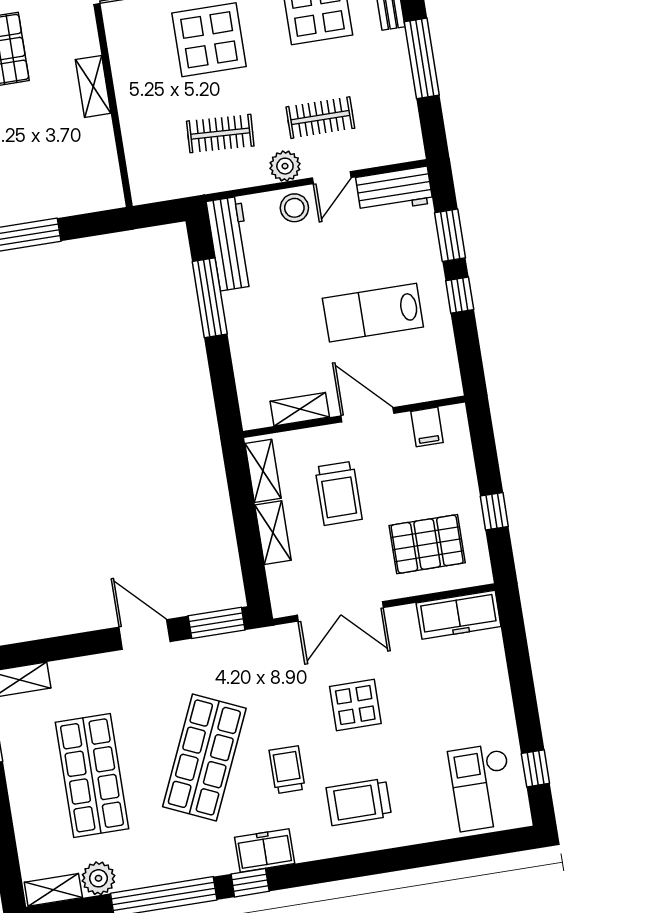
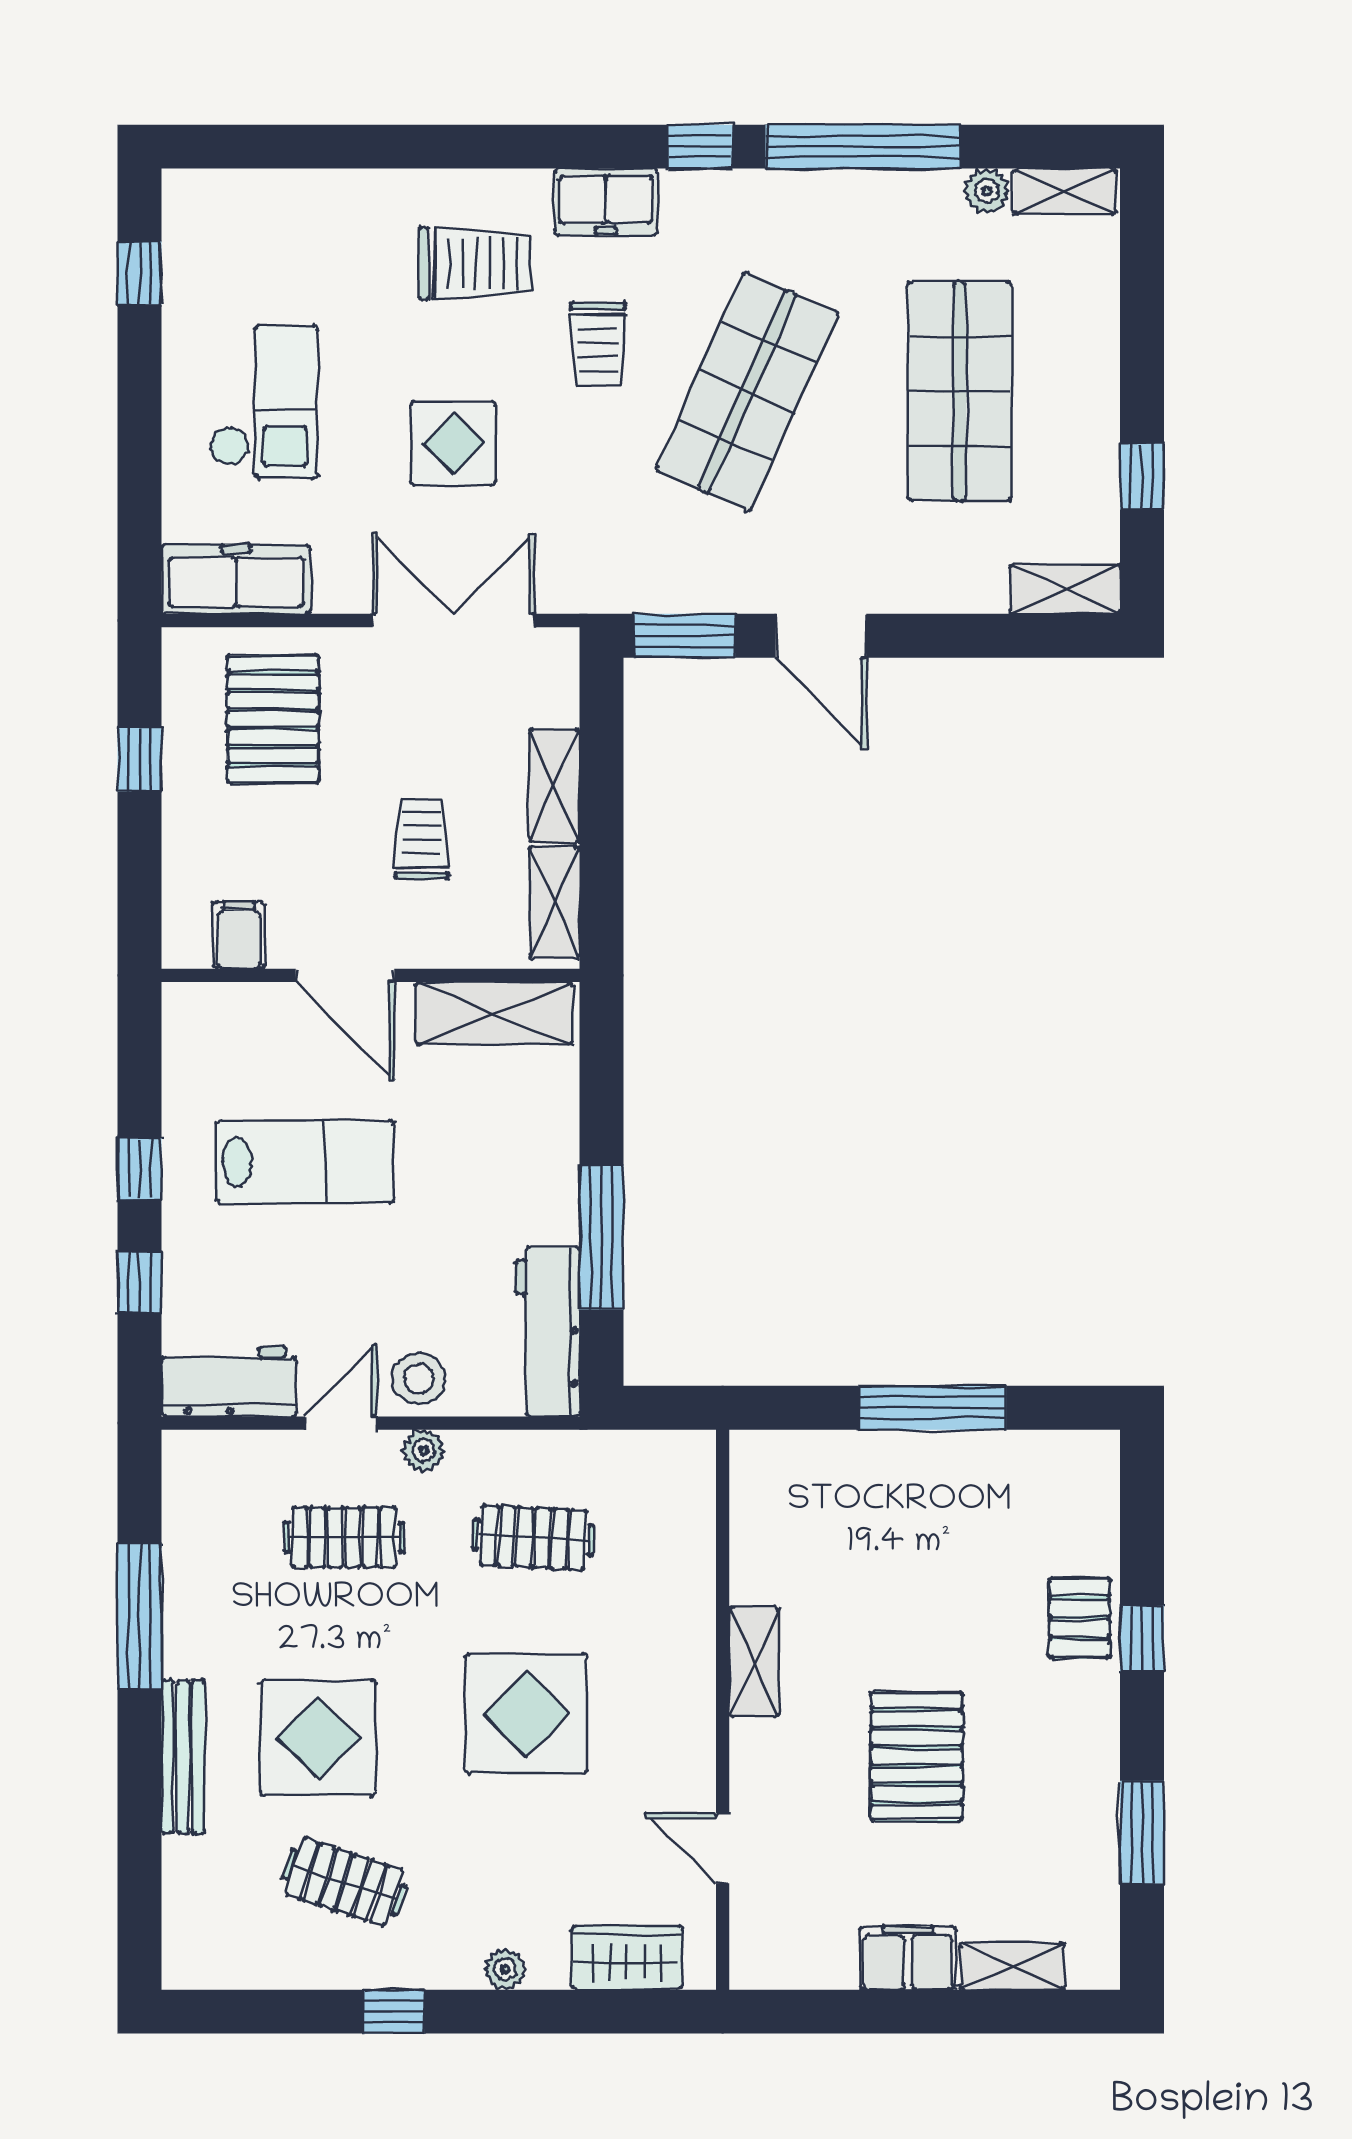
plant: (285, 166) -> (424, 1451), width x0.73, depth x0.73
window: (450, 235) -> (140, 1282), width x0.67
shelving: (300, 409) -> (494, 1013), width x1.50, depth x1.33
trolley: (339, 493) -> (422, 839), width x0.73, depth x0.72
pallet: (427, 544) -> (273, 719), turned 90
checkout: (482, 787) -> (264, 402), moved
freezer: (265, 850) -> (606, 202), moved
plant: (98, 878) -> (987, 191), width x0.73, depth x0.73

